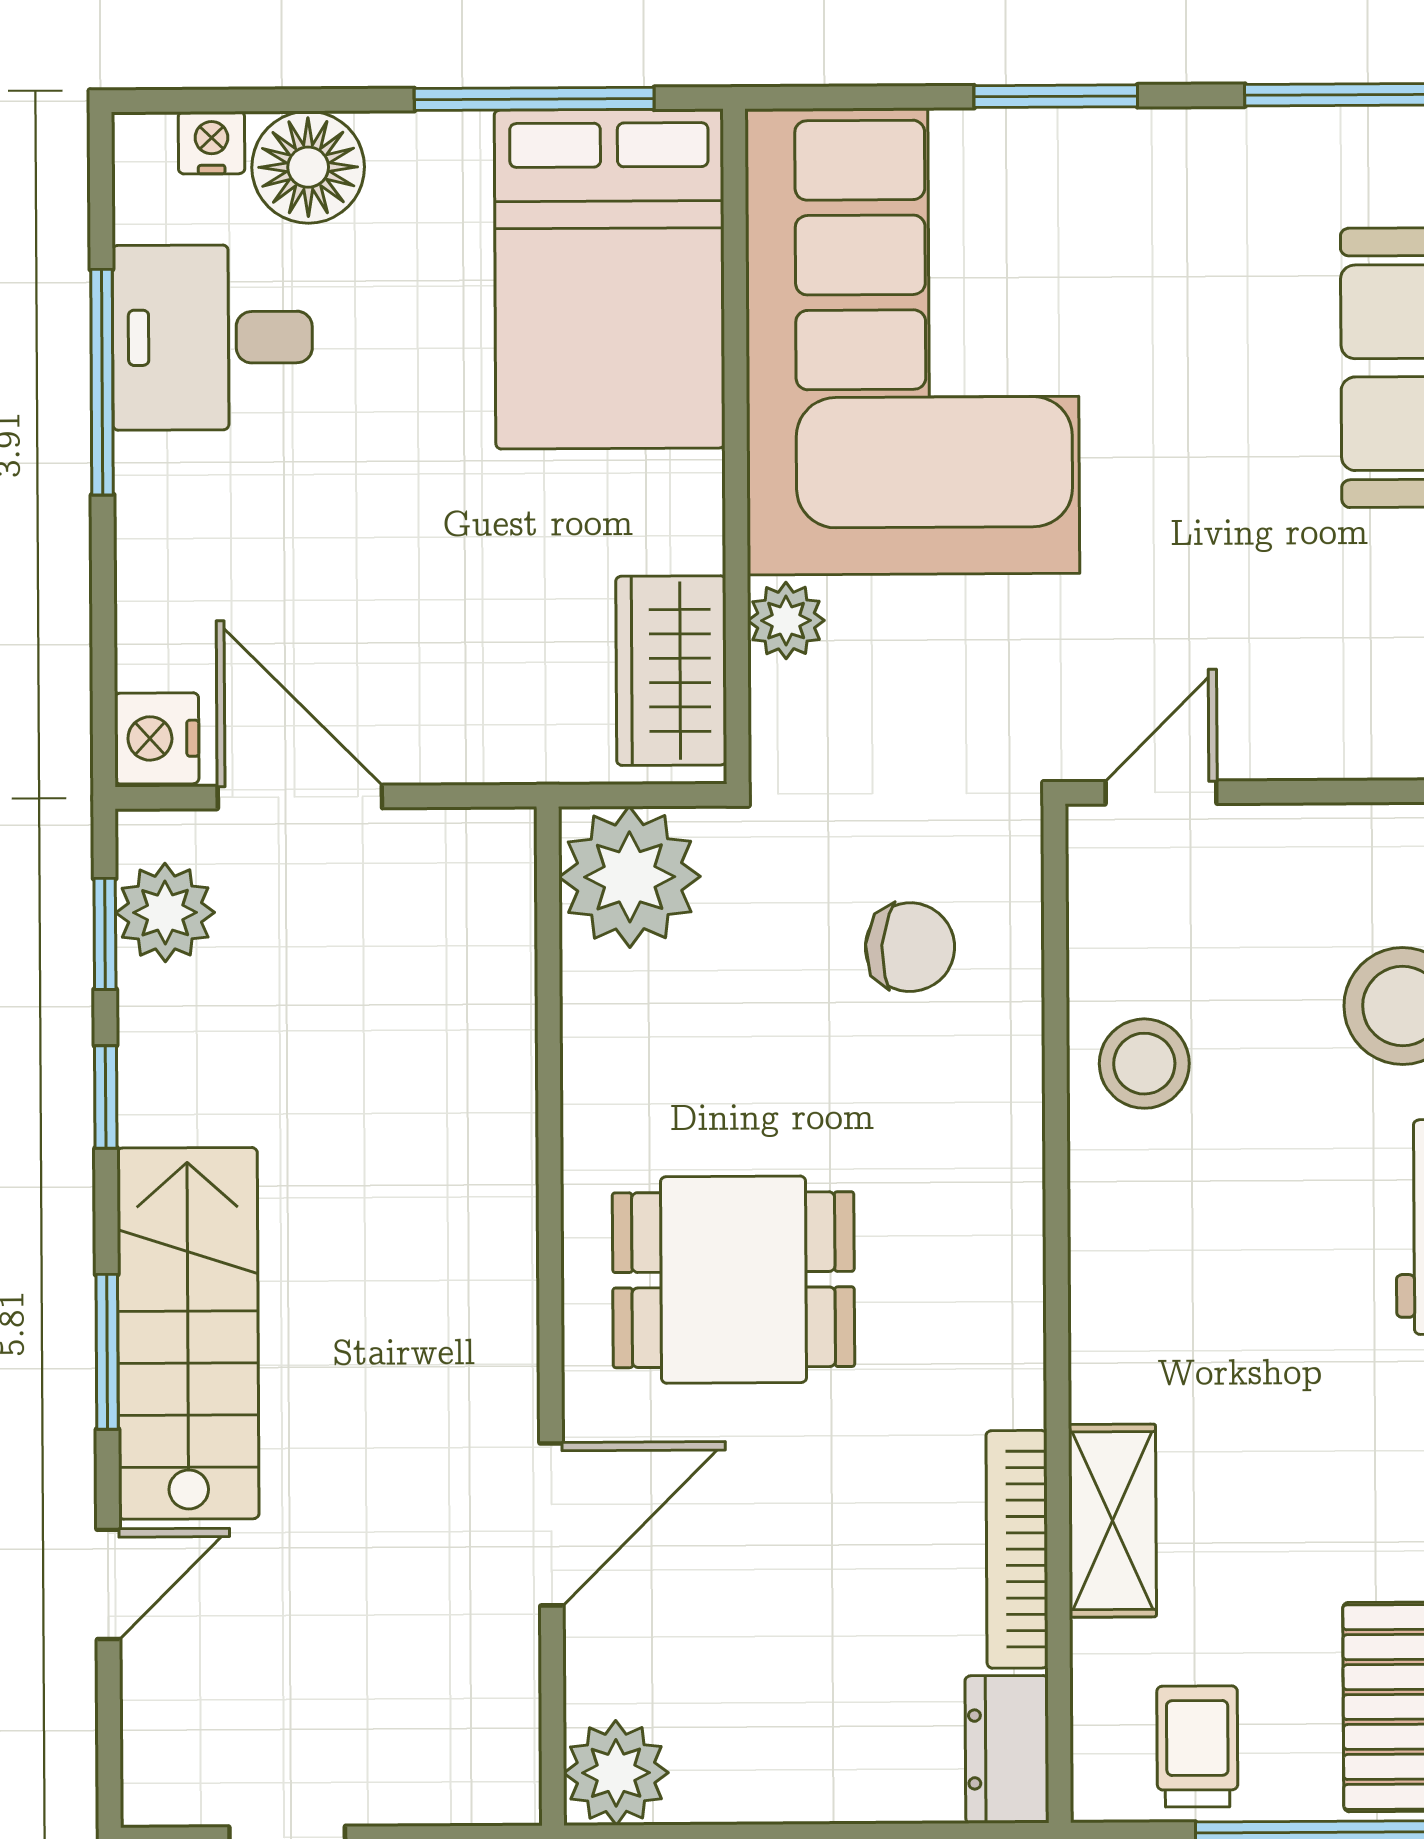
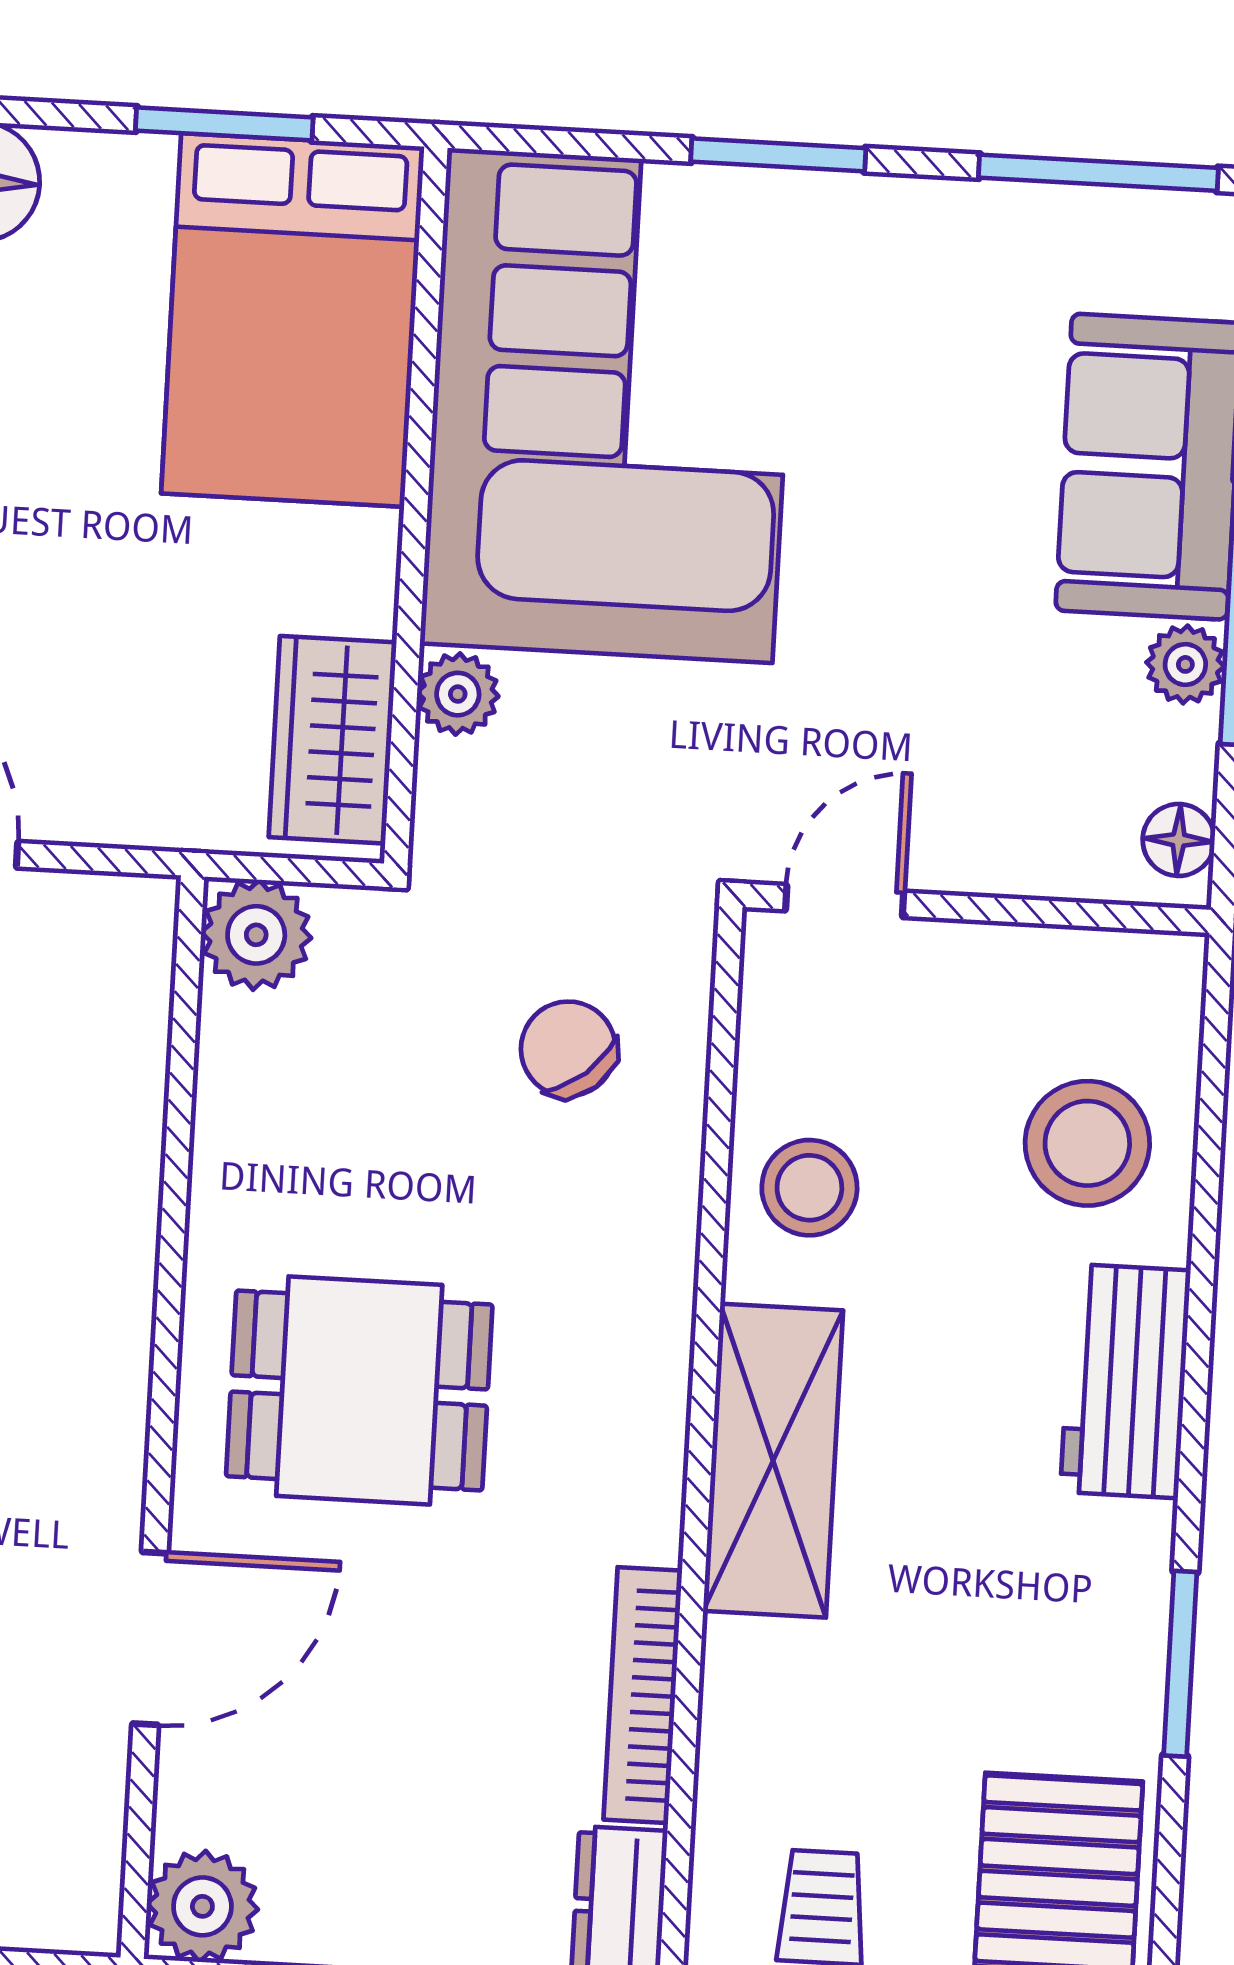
window: (534, 99) -> (224, 124), width x0.69
plant: (630, 877) -> (256, 935), width x0.73, depth x0.73
chair: (910, 947) -> (568, 1049), turned -134
shelving: (1112, 1521) -> (773, 1461), moved, width x1.50, depth x1.33

